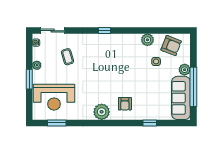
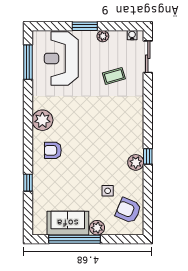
window: (105, 31) -> (148, 156), moved
plant: (147, 40) -> (136, 162), moved
armchair: (171, 46) -> (128, 210), turned 92
sofa: (181, 98) -> (68, 223), width x0.73
window: (57, 123) -> (28, 62), width x1.44

